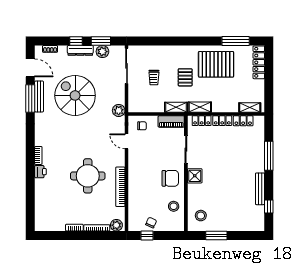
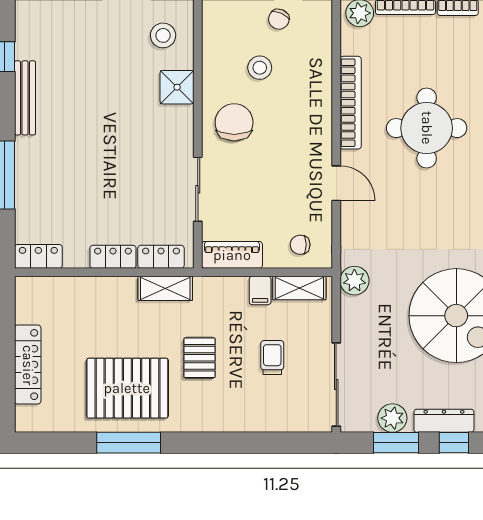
window: (236, 41) -> (129, 443), moved
locker: (259, 62) -> (28, 365), moved
filing cabinet: (159, 106) -> (260, 290), added
shelving: (176, 107) -> (299, 288), moved
shelving: (250, 107) -> (49, 288), removed
locker: (243, 121) -> (38, 256), moved
door: (127, 141) -> (336, 183), moved
shower: (195, 176) -> (177, 87), moved
chair: (170, 178) -> (234, 122), turned 90
stool: (174, 206) -> (260, 68), moved

